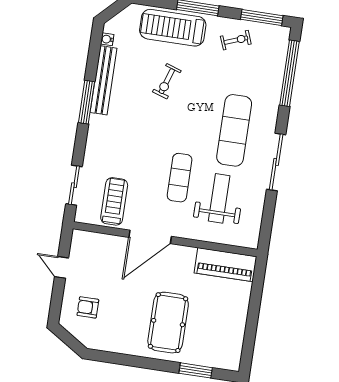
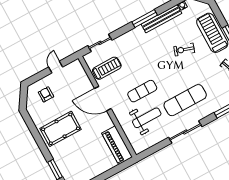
pool table: (168, 323) -> (61, 129), moved

